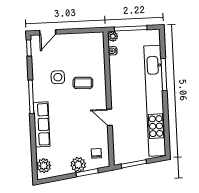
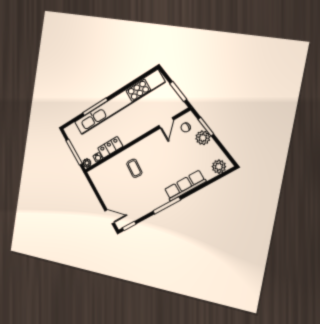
locker: (116, 69) -> (110, 147), added
side table: (58, 77) -> (140, 191), removed
door: (110, 117) -> (166, 123), moved

